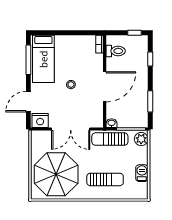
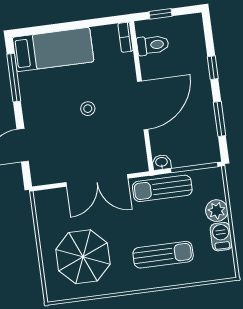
window: (135, 33) -> (160, 14), moved
bed: (43, 59) -> (53, 49), moved, turned -90
window: (150, 59) -> (213, 68), moved
nightstand: (40, 120) -> (46, 173), removed
plant: (141, 139) -> (217, 211), moved
parasol: (56, 174) -> (83, 257), width x0.73, depth x0.73

